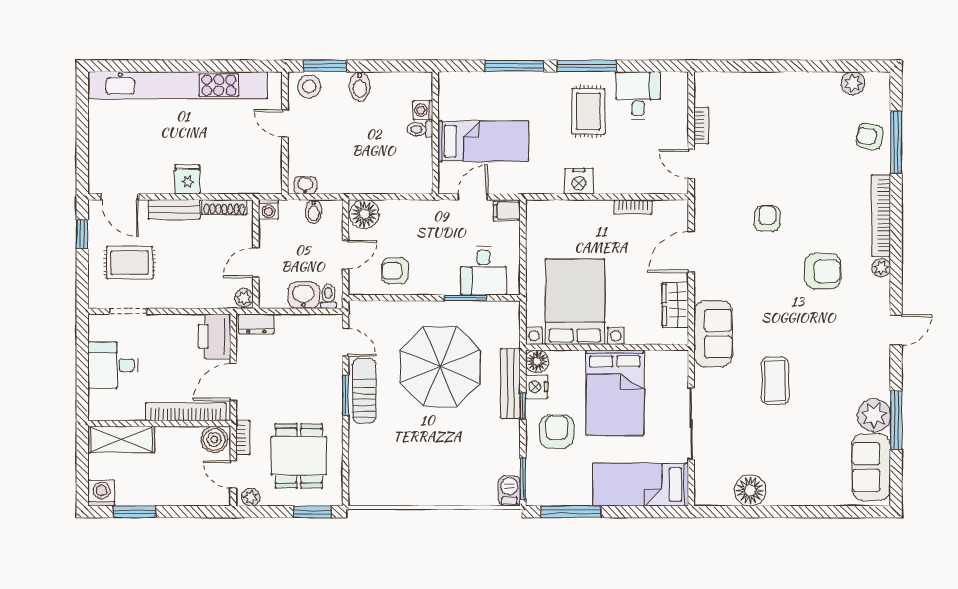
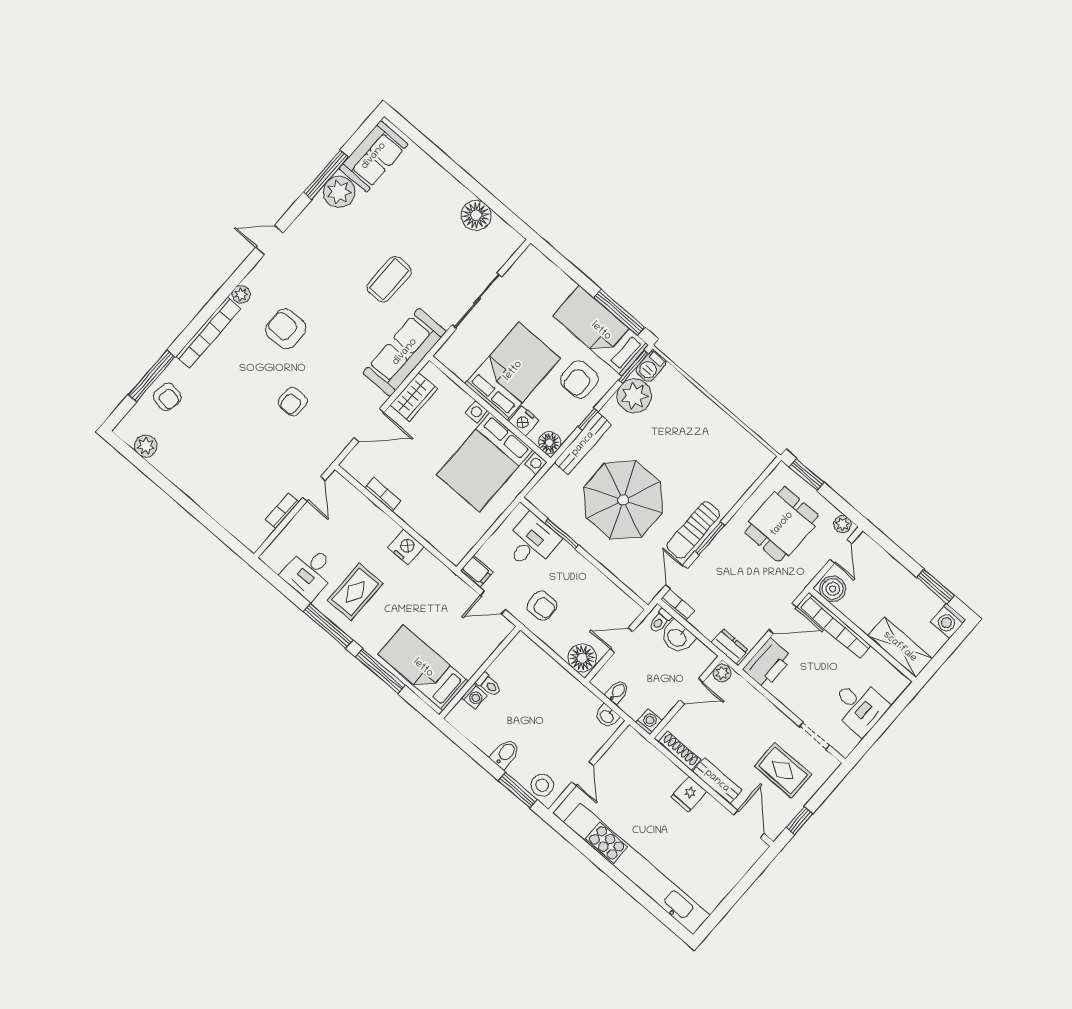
bed: (483, 141) -> (423, 668), moved
armchair: (395, 271) -> (542, 606), moved
sofa: (713, 334) -> (405, 352), width x1.36
nightstand: (537, 387) -> (524, 421), moved, turned 90
bookcase: (243, 437) -> (677, 605), moved, turned 90
plant: (502, 456) -> (634, 396), added
bed: (641, 485) -> (601, 331), moved, turned 180

